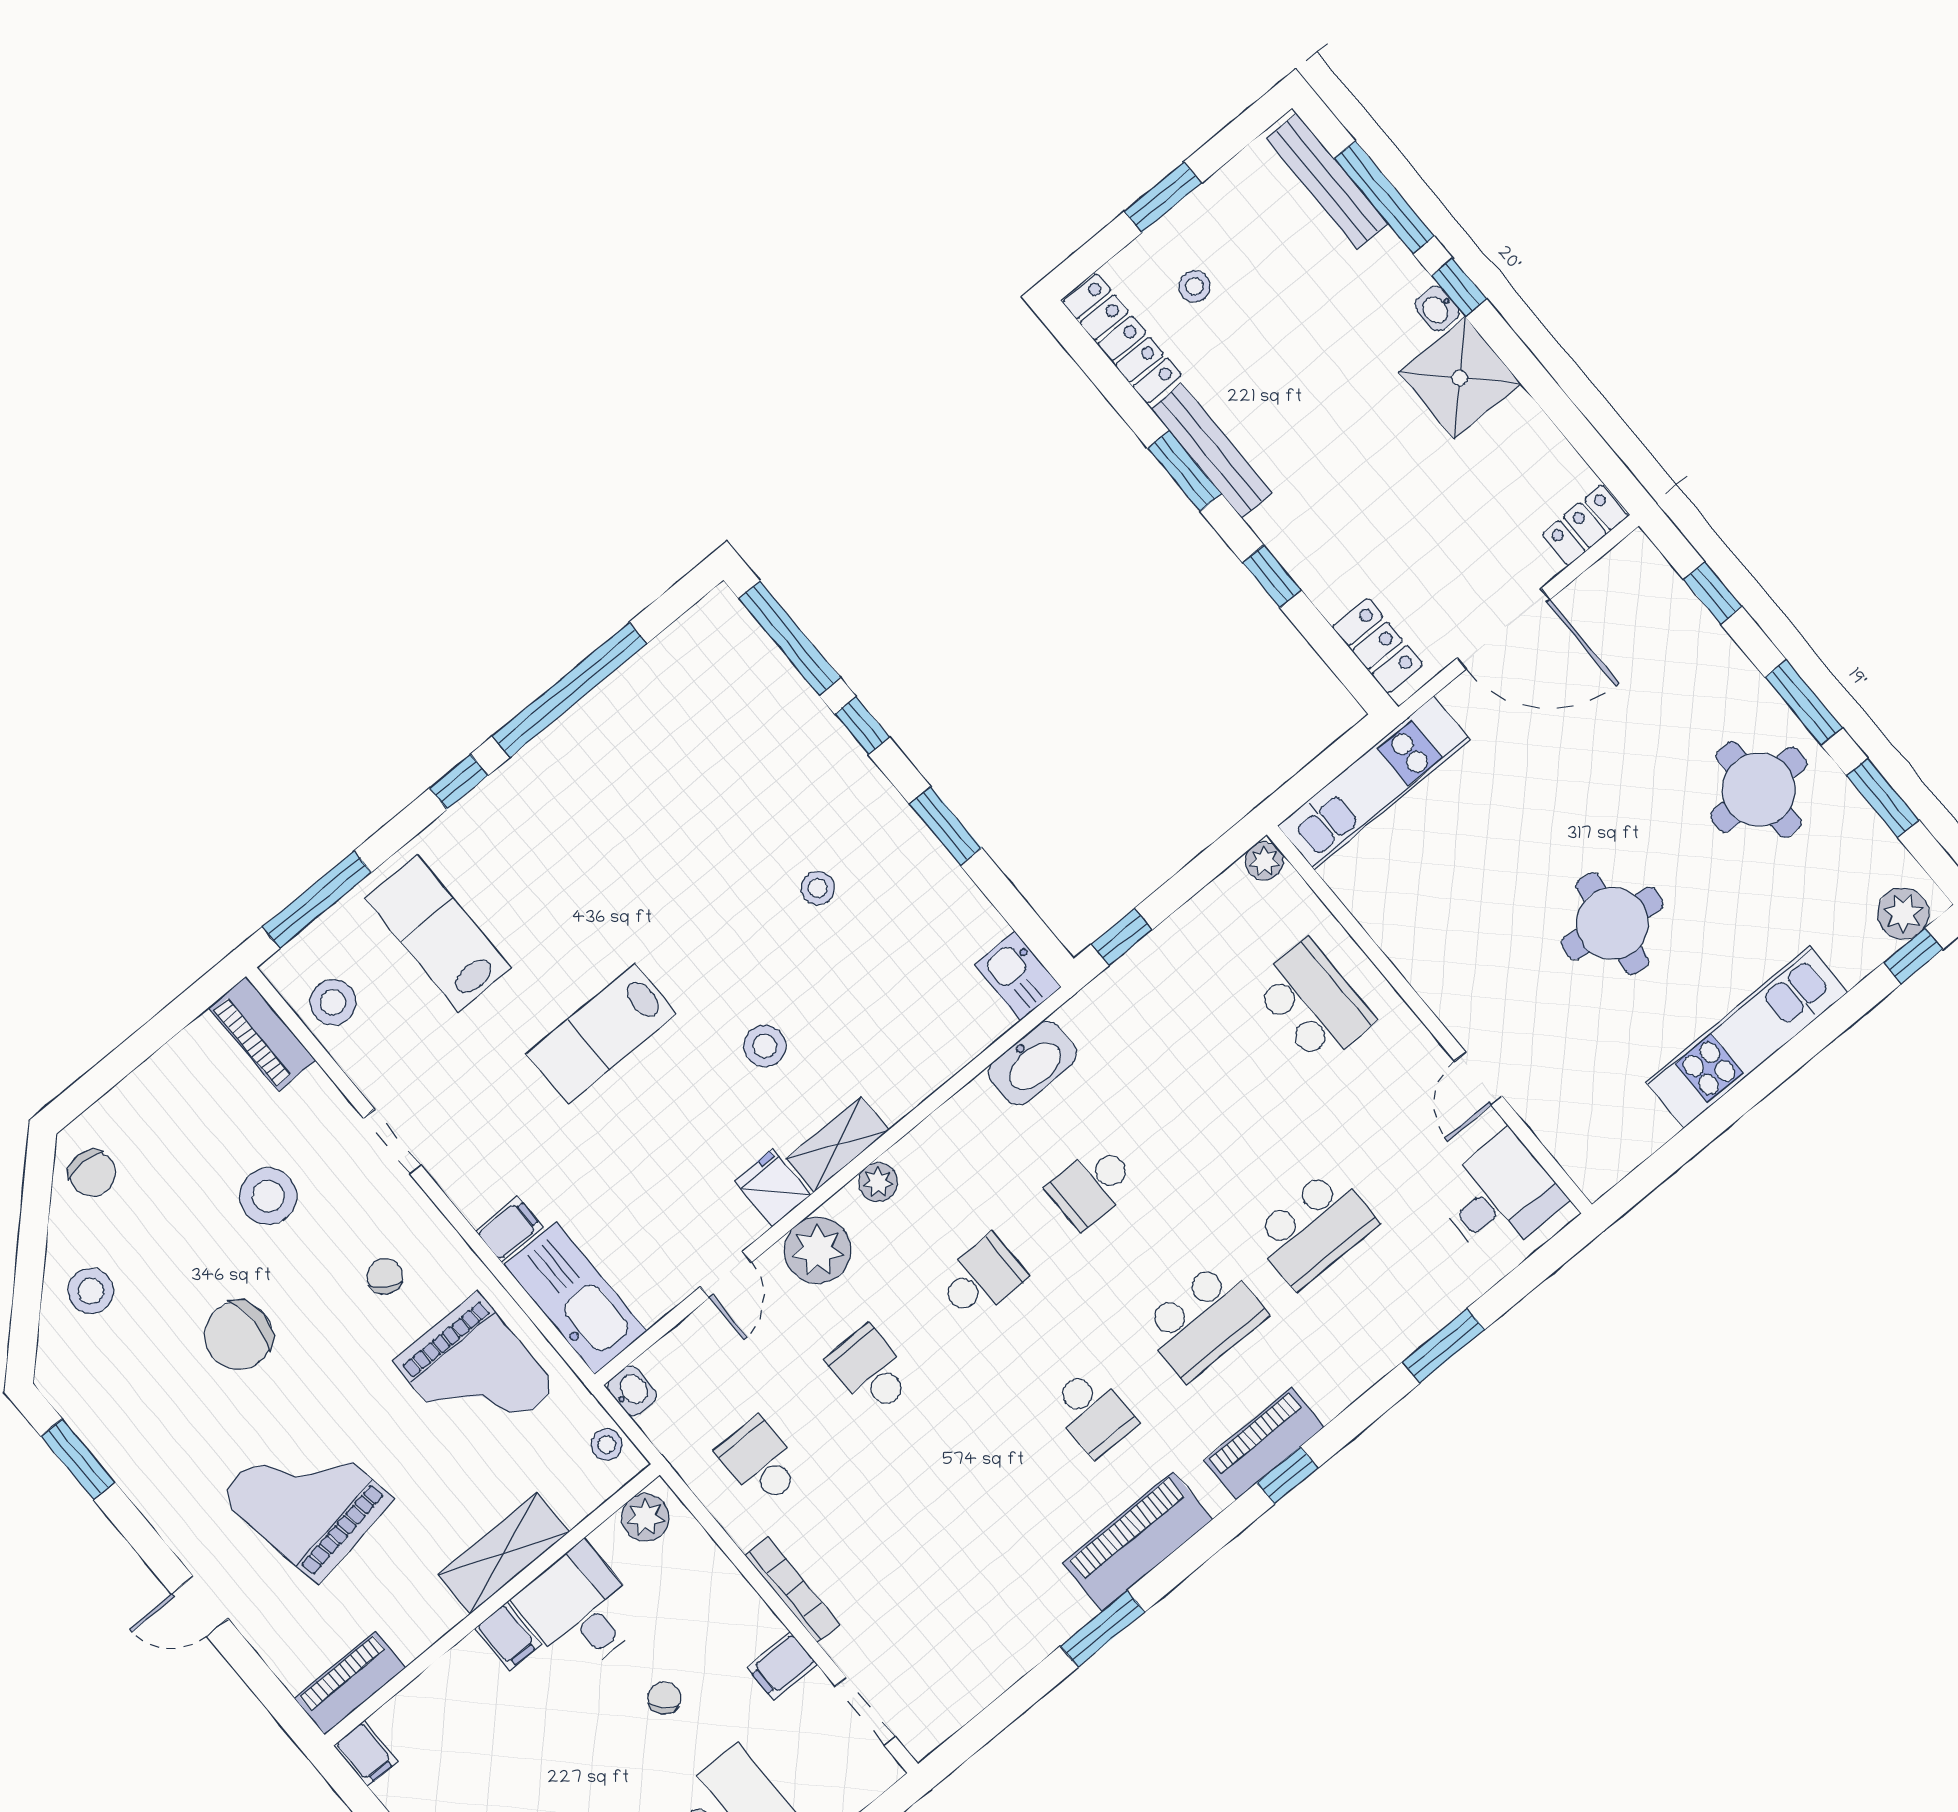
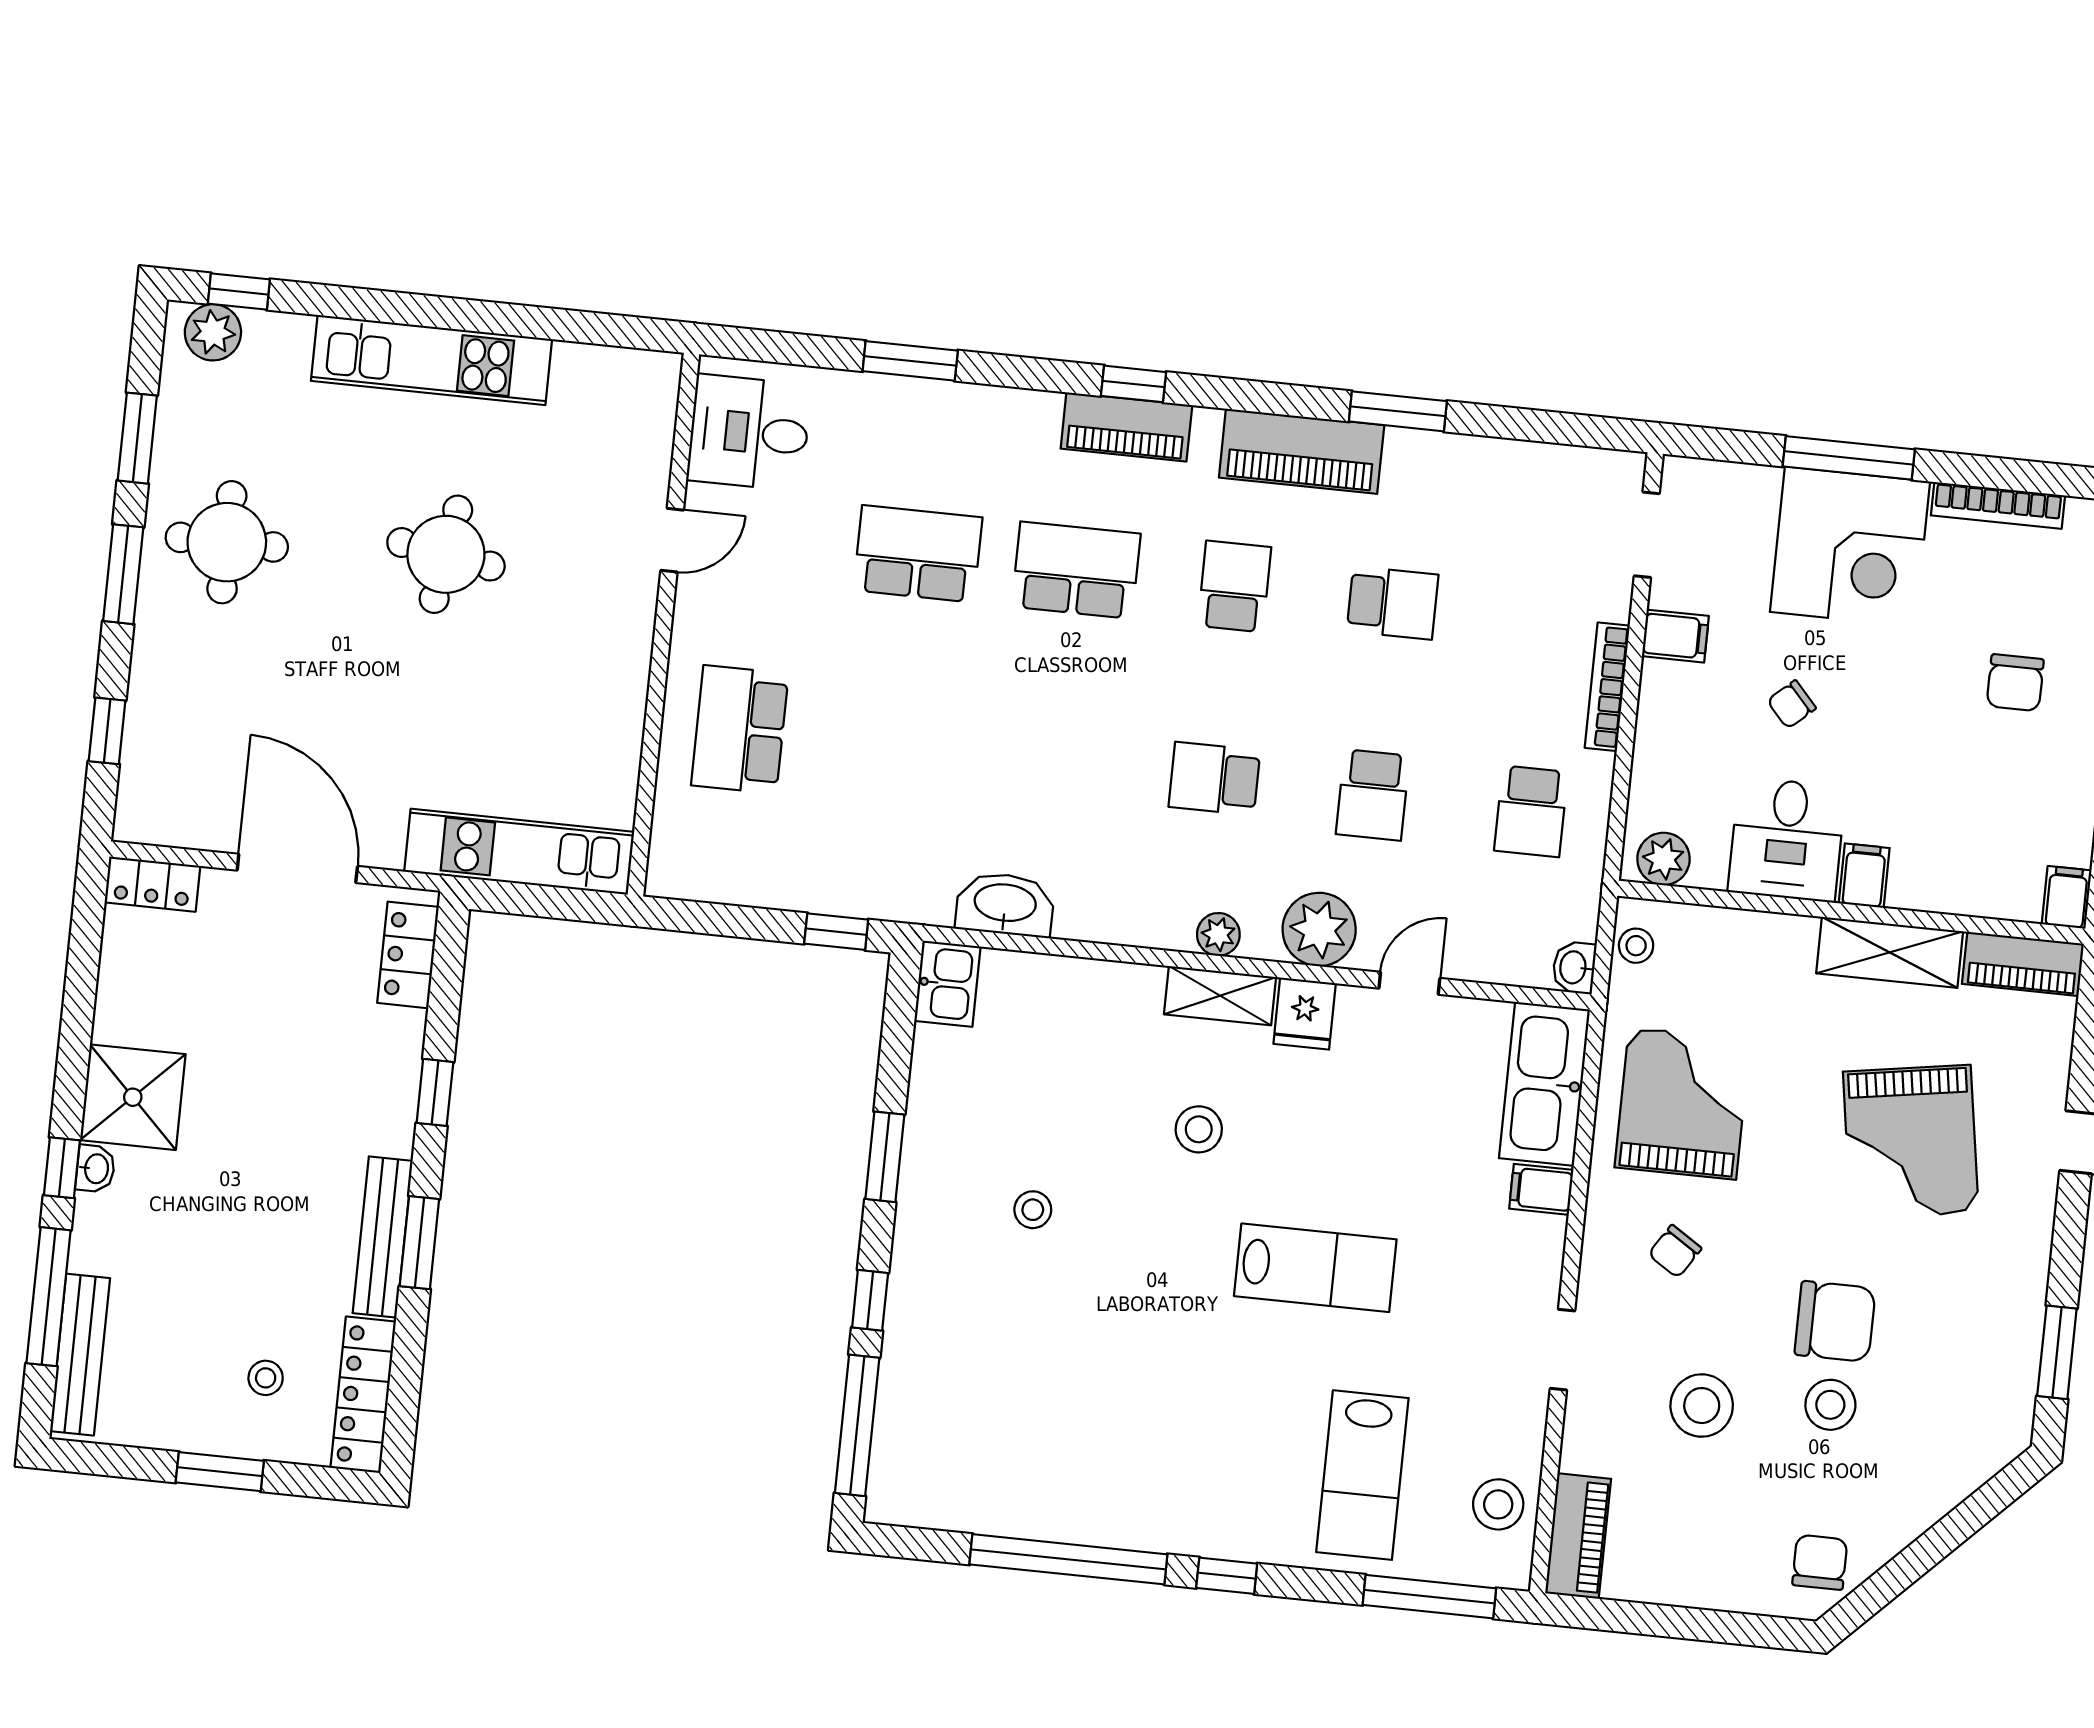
plant: (1264, 861) -> (666, 878), removed
school desk: (1092, 1186) -> (1393, 603), moved
stool: (91, 1291) -> (1830, 1405), moved
shelving: (503, 1553) -> (1890, 952), moved

